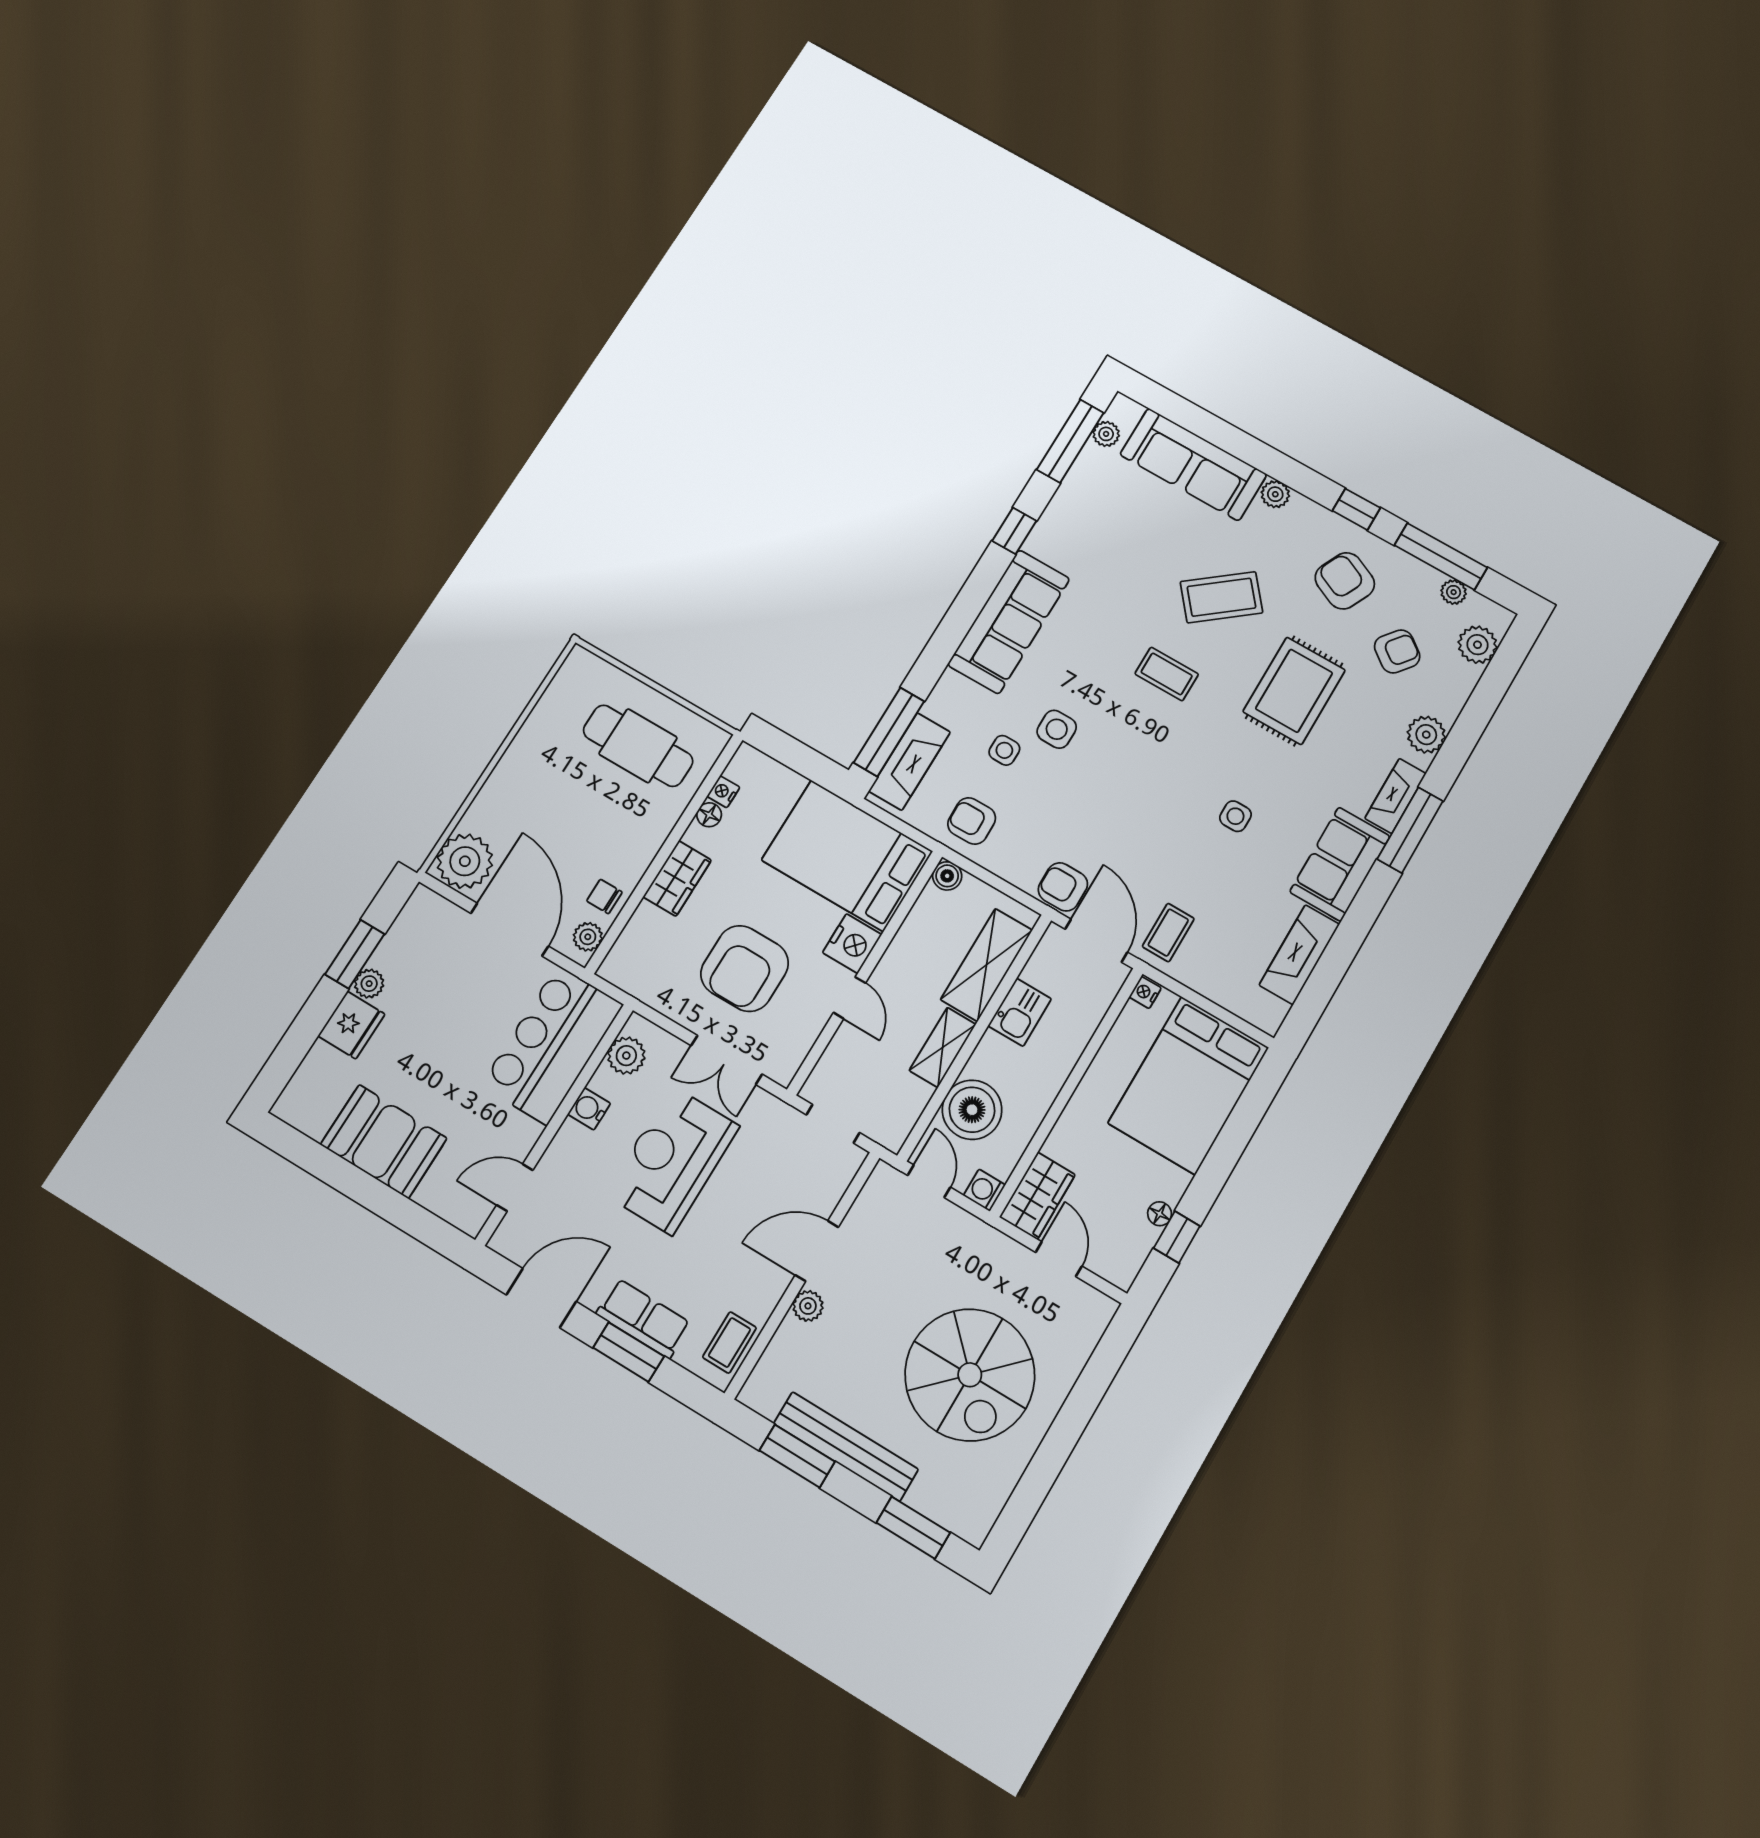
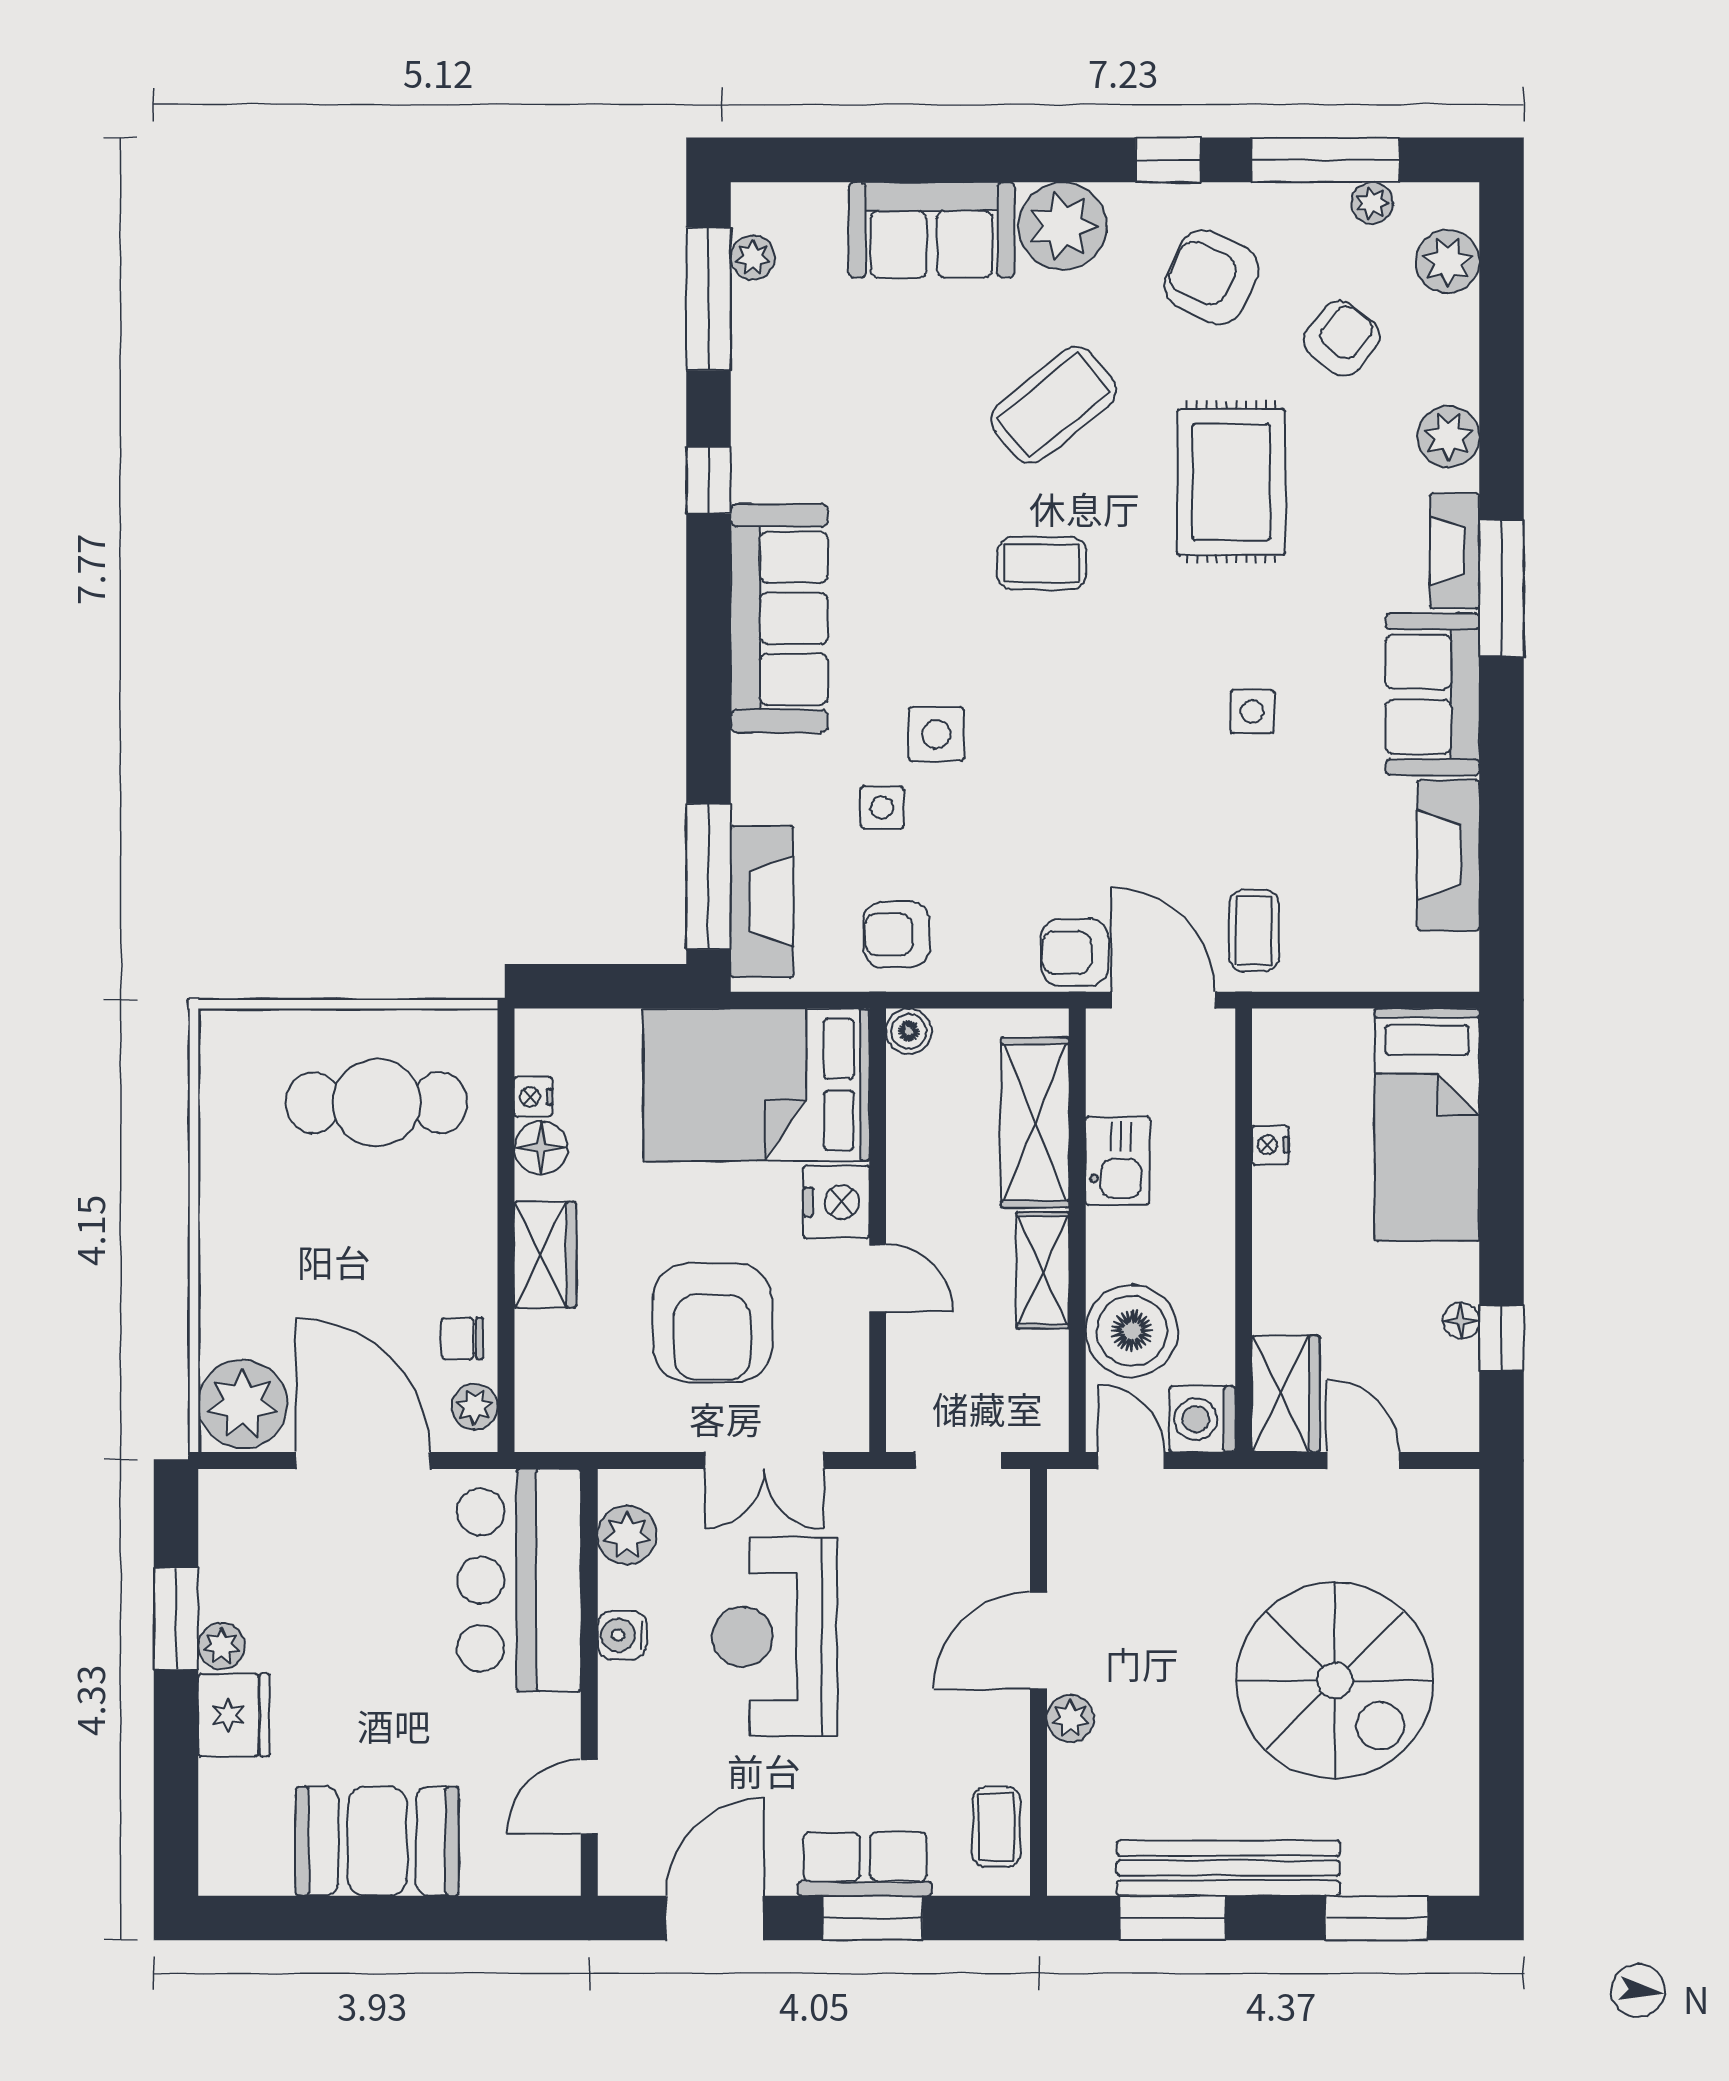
sofa: (1193, 464) -> (932, 230), width x0.73
plant: (1275, 494) -> (1063, 226), width x1.88, depth x1.88
floor lamp: (709, 815) -> (541, 1148), width x1.37, depth x1.37
nightstand: (1145, 992) -> (1270, 1145), moved
bed: (1188, 1085) -> (1427, 1125), width x0.67
washing machine: (984, 1190) -> (1202, 1419), width x1.38, depth x1.38

